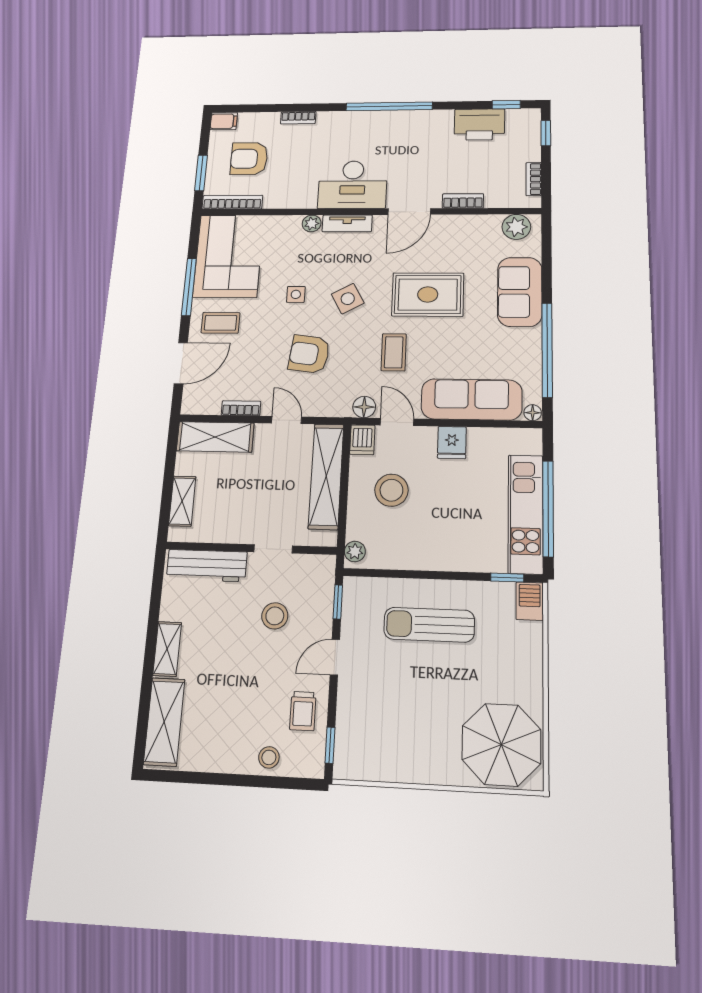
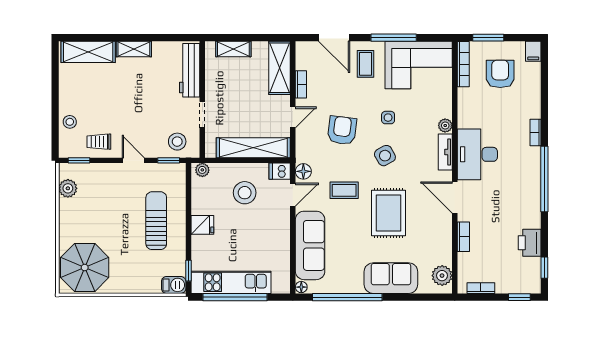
bookcase: (298, 118) -> (536, 132), moved
printer: (479, 124) -> (530, 243), width x0.73, depth x0.84
fridge: (452, 443) -> (202, 225), moved, turned 180
stool: (275, 616) -> (177, 142), moved
plant: (373, 766) -> (68, 188), added

